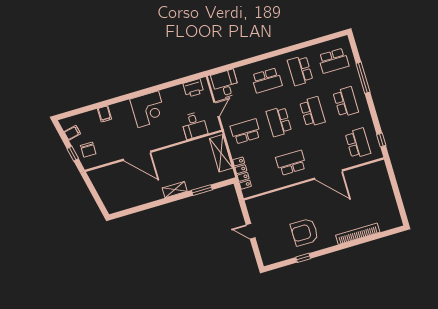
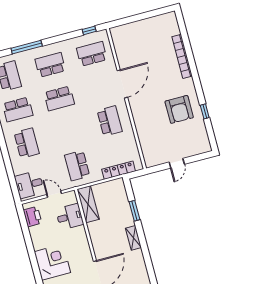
school desk: (312, 112) -> (59, 98), turned 180
school desk: (279, 122) -> (68, 132), removed
shelving: (221, 153) -> (88, 204), moved, turned 90
school desk: (291, 163) -> (110, 121), turned 180

